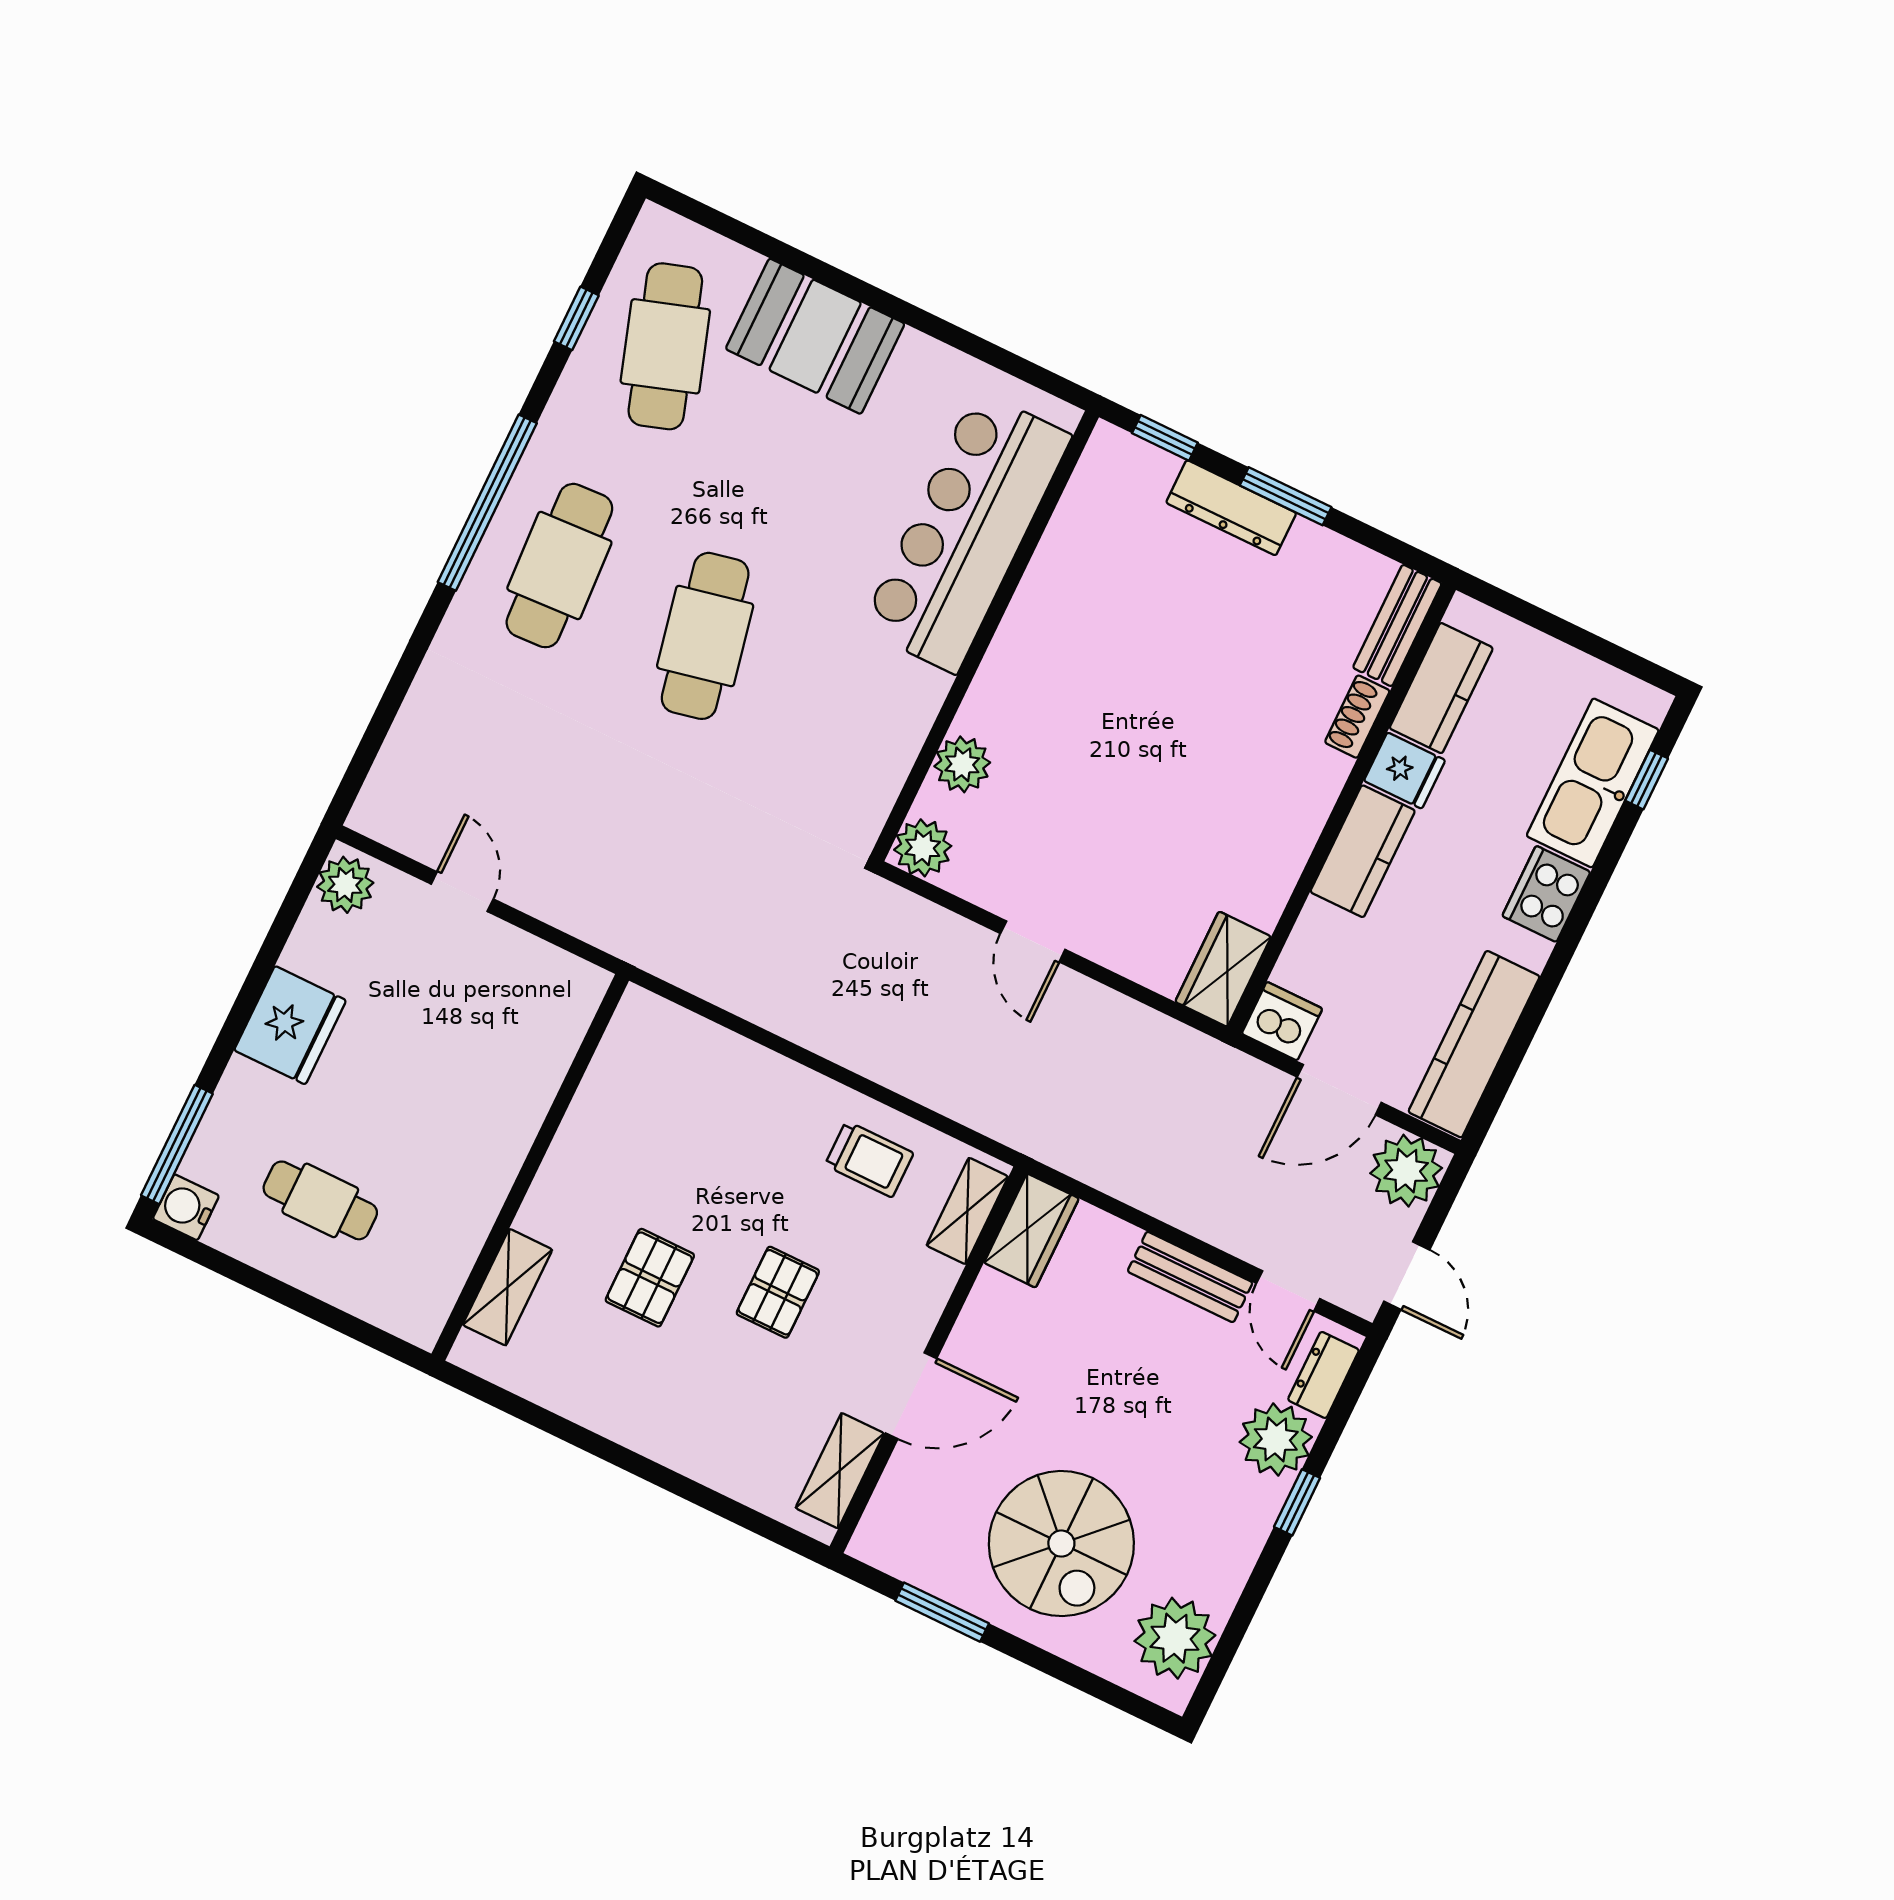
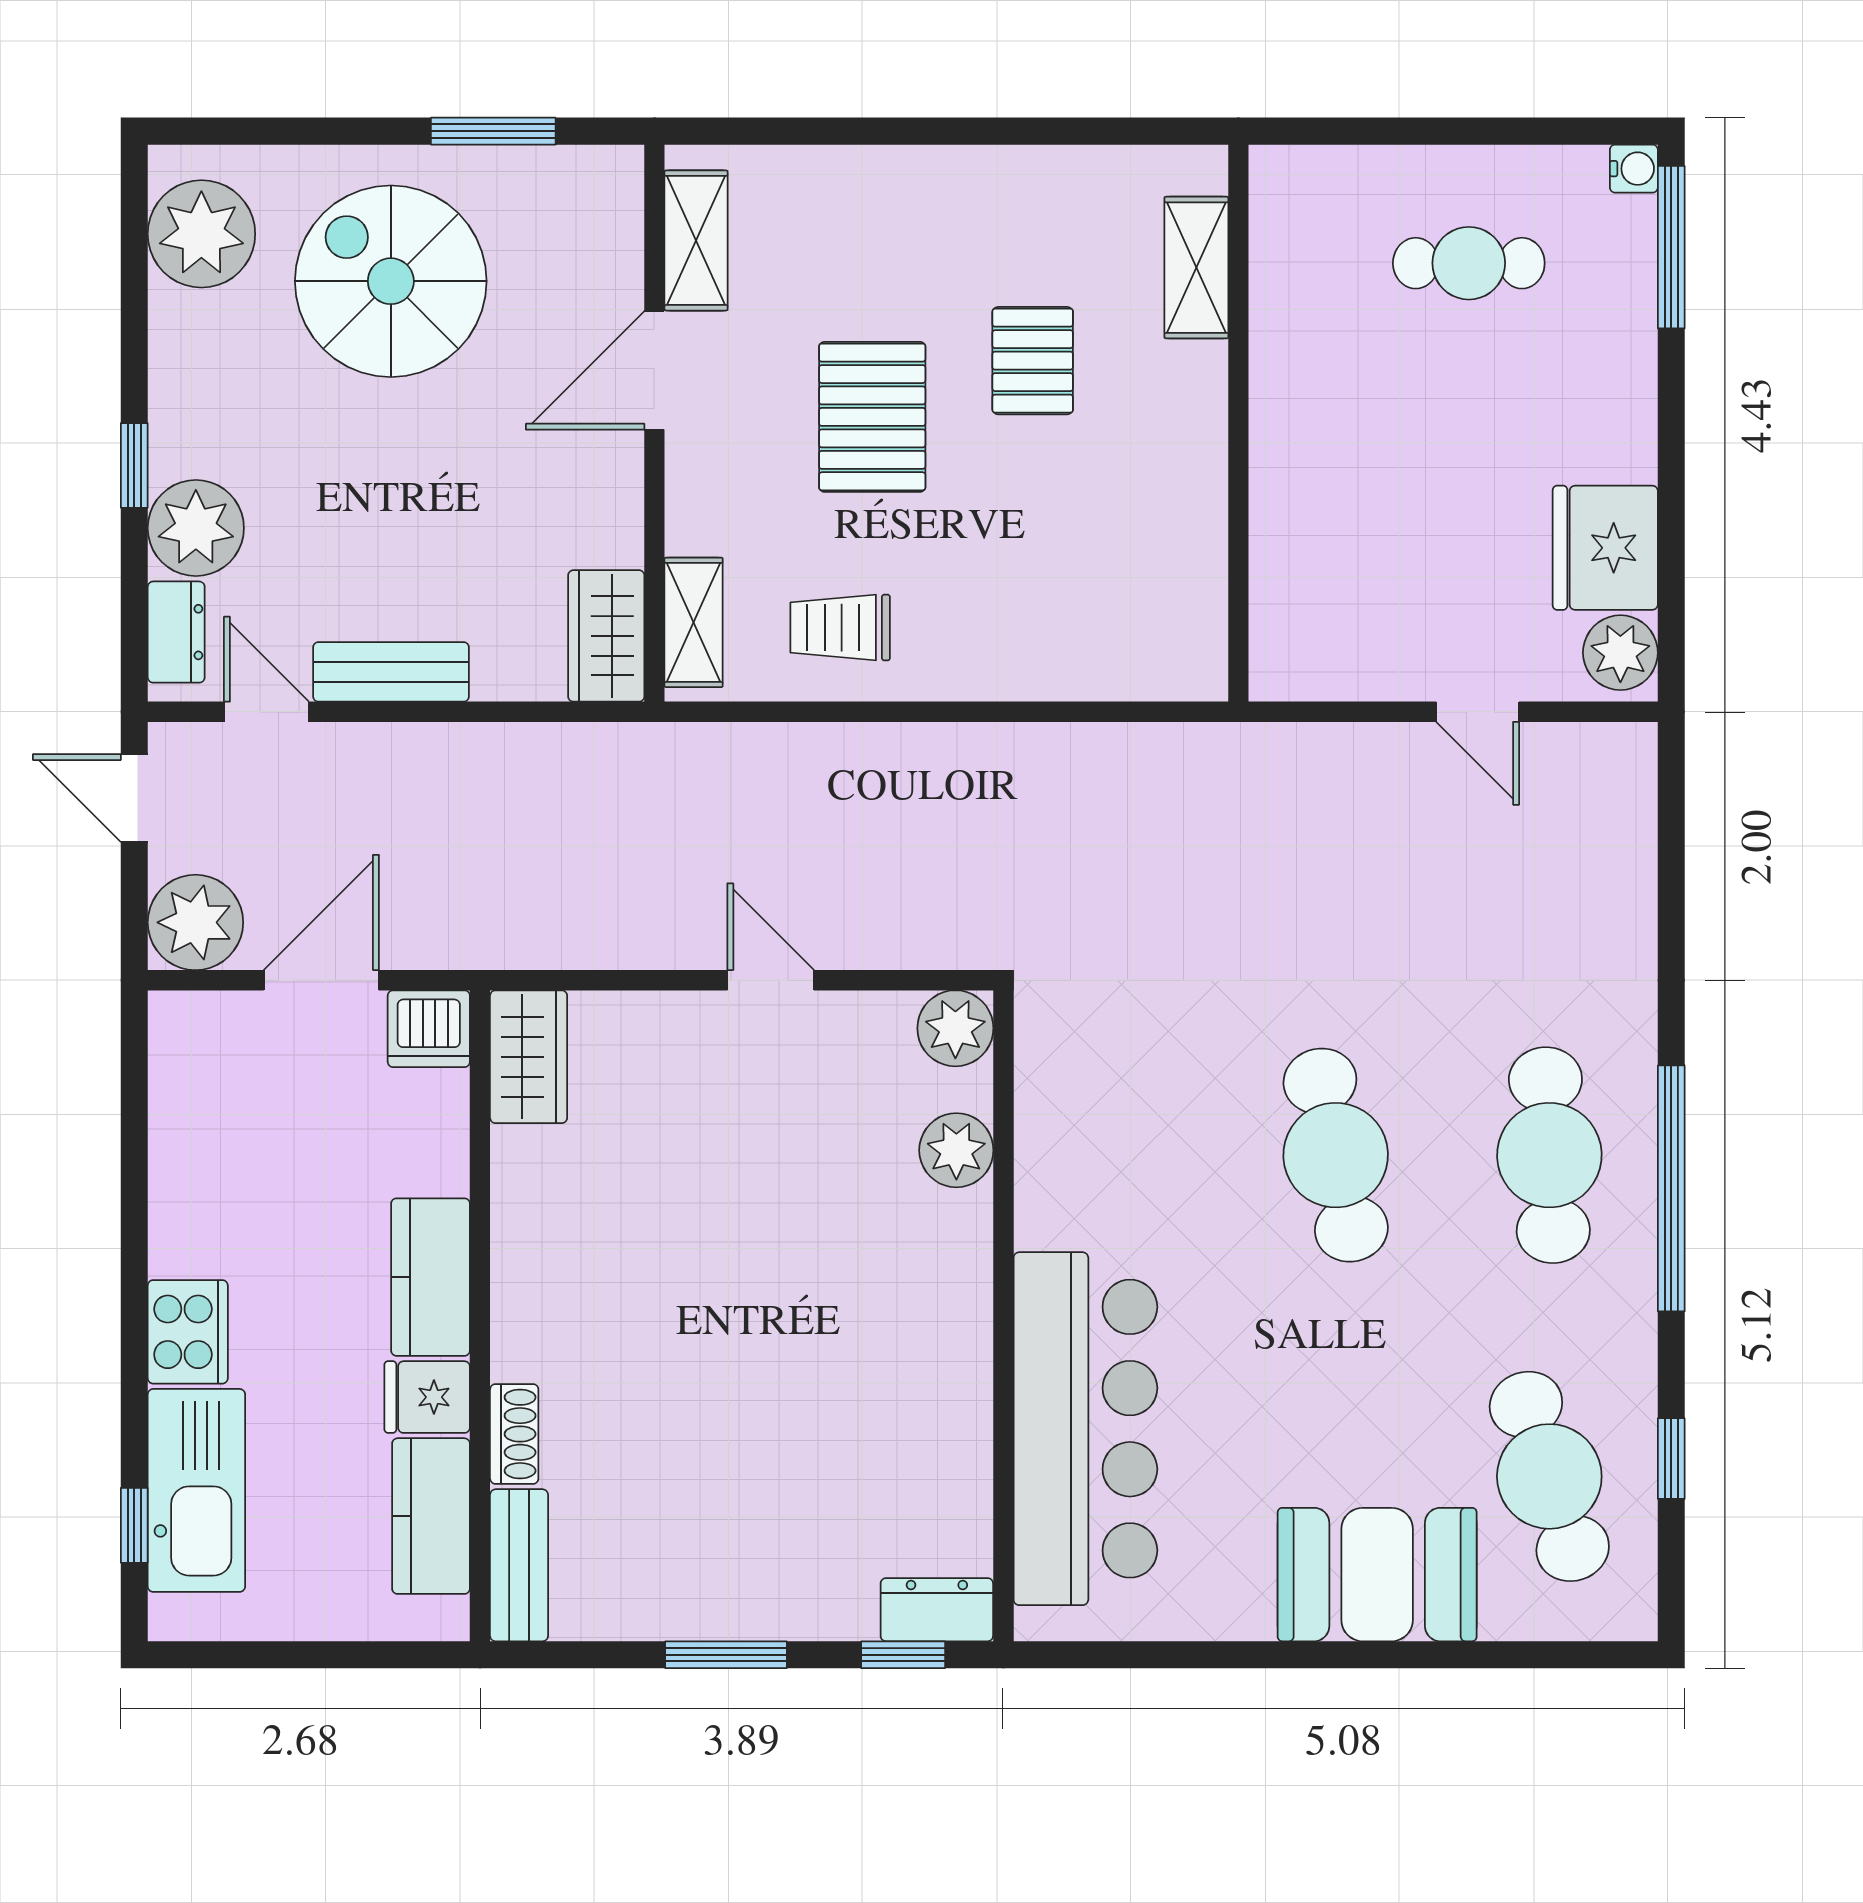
dresser: (1231, 508) -> (937, 1610), moved, width x0.70
fridge: (290, 1025) -> (1605, 548), moved
kitchen counter: (1474, 1044) -> (187, 1112), removed
water cooler: (186, 1207) -> (1634, 169), width x0.72, depth x0.72
pallet: (778, 1292) -> (872, 417), width x1.50, depth x1.42

